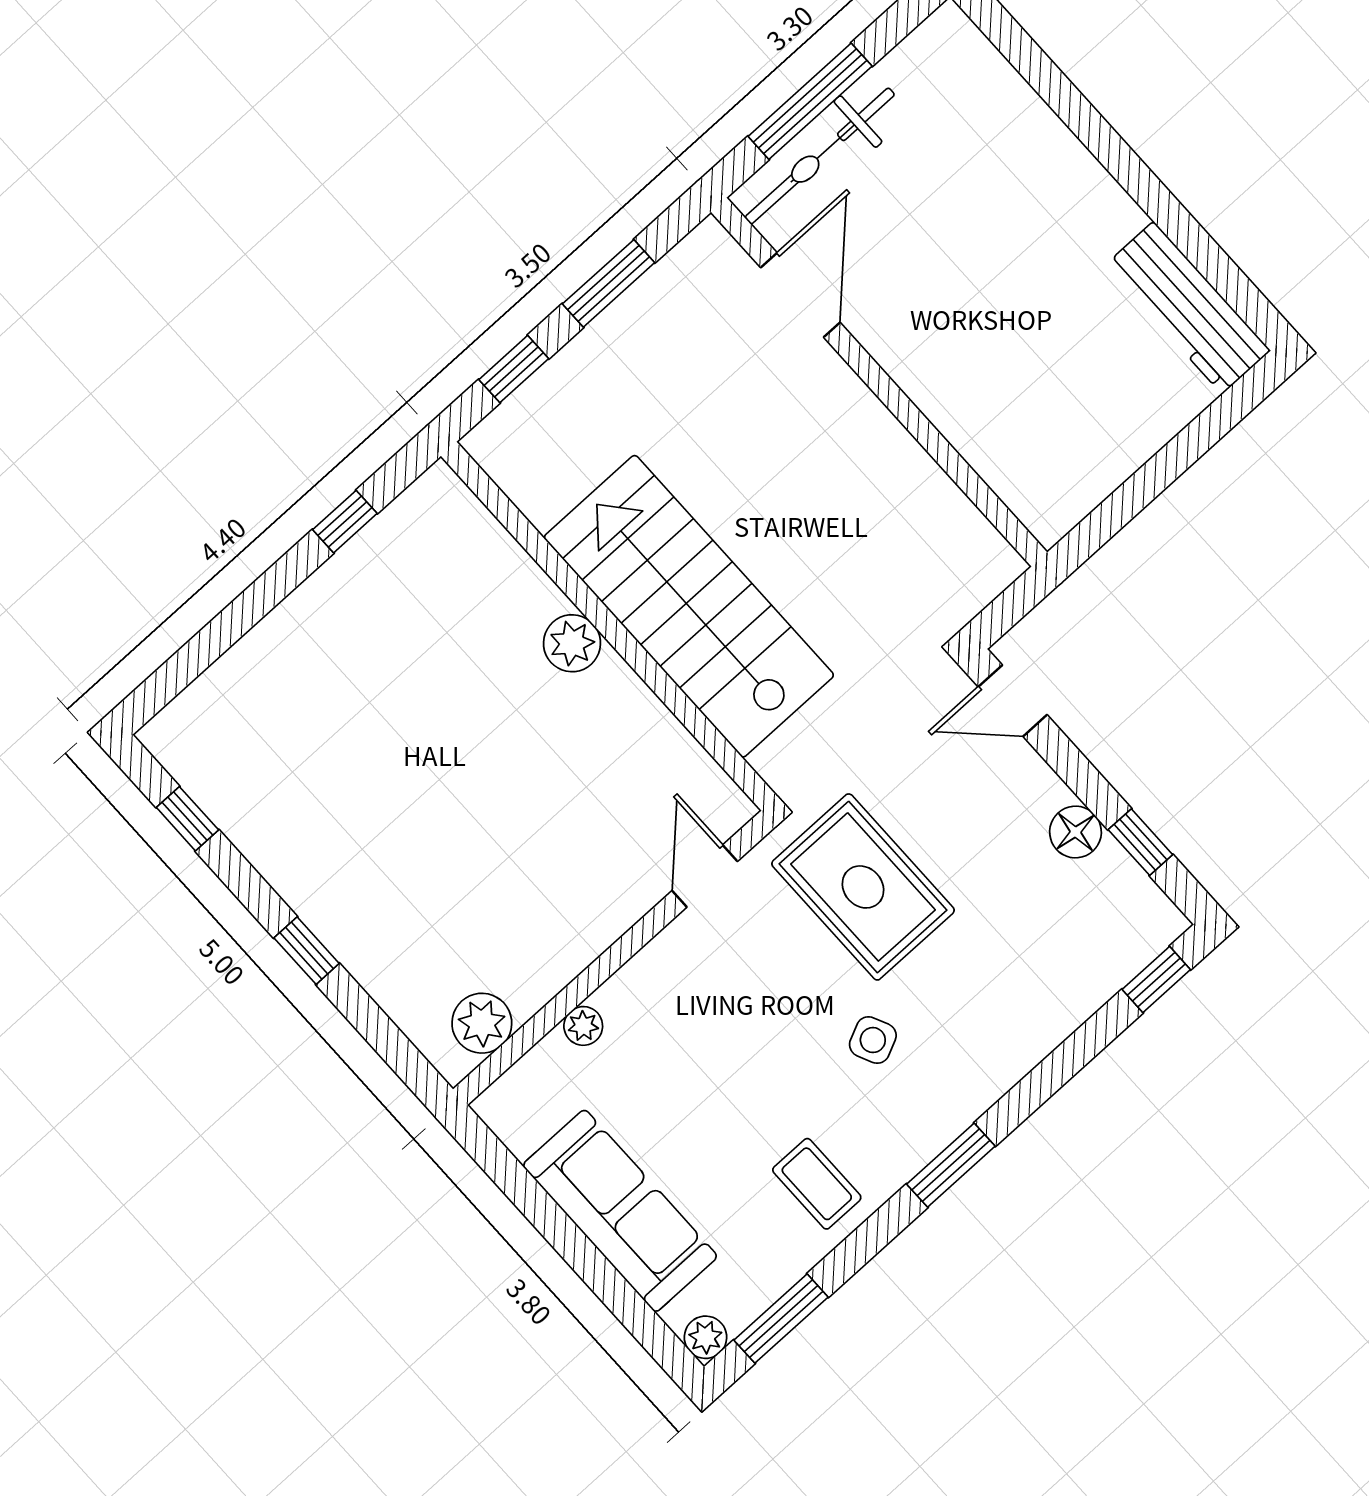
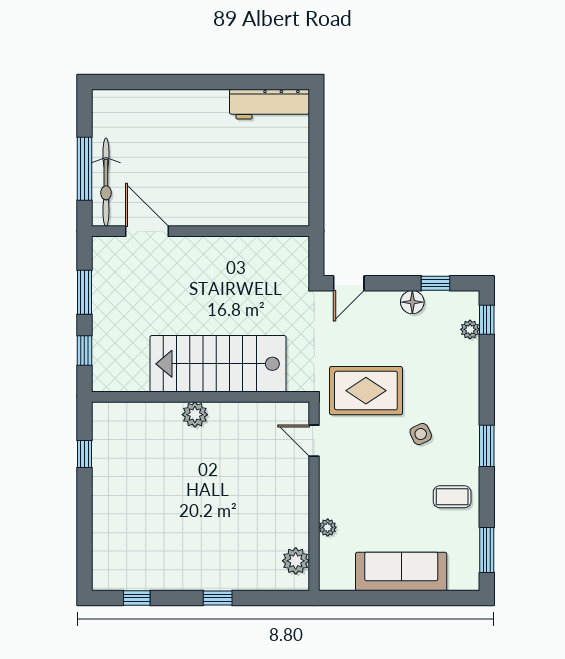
plant: (706, 1337) -> (470, 329), moved

